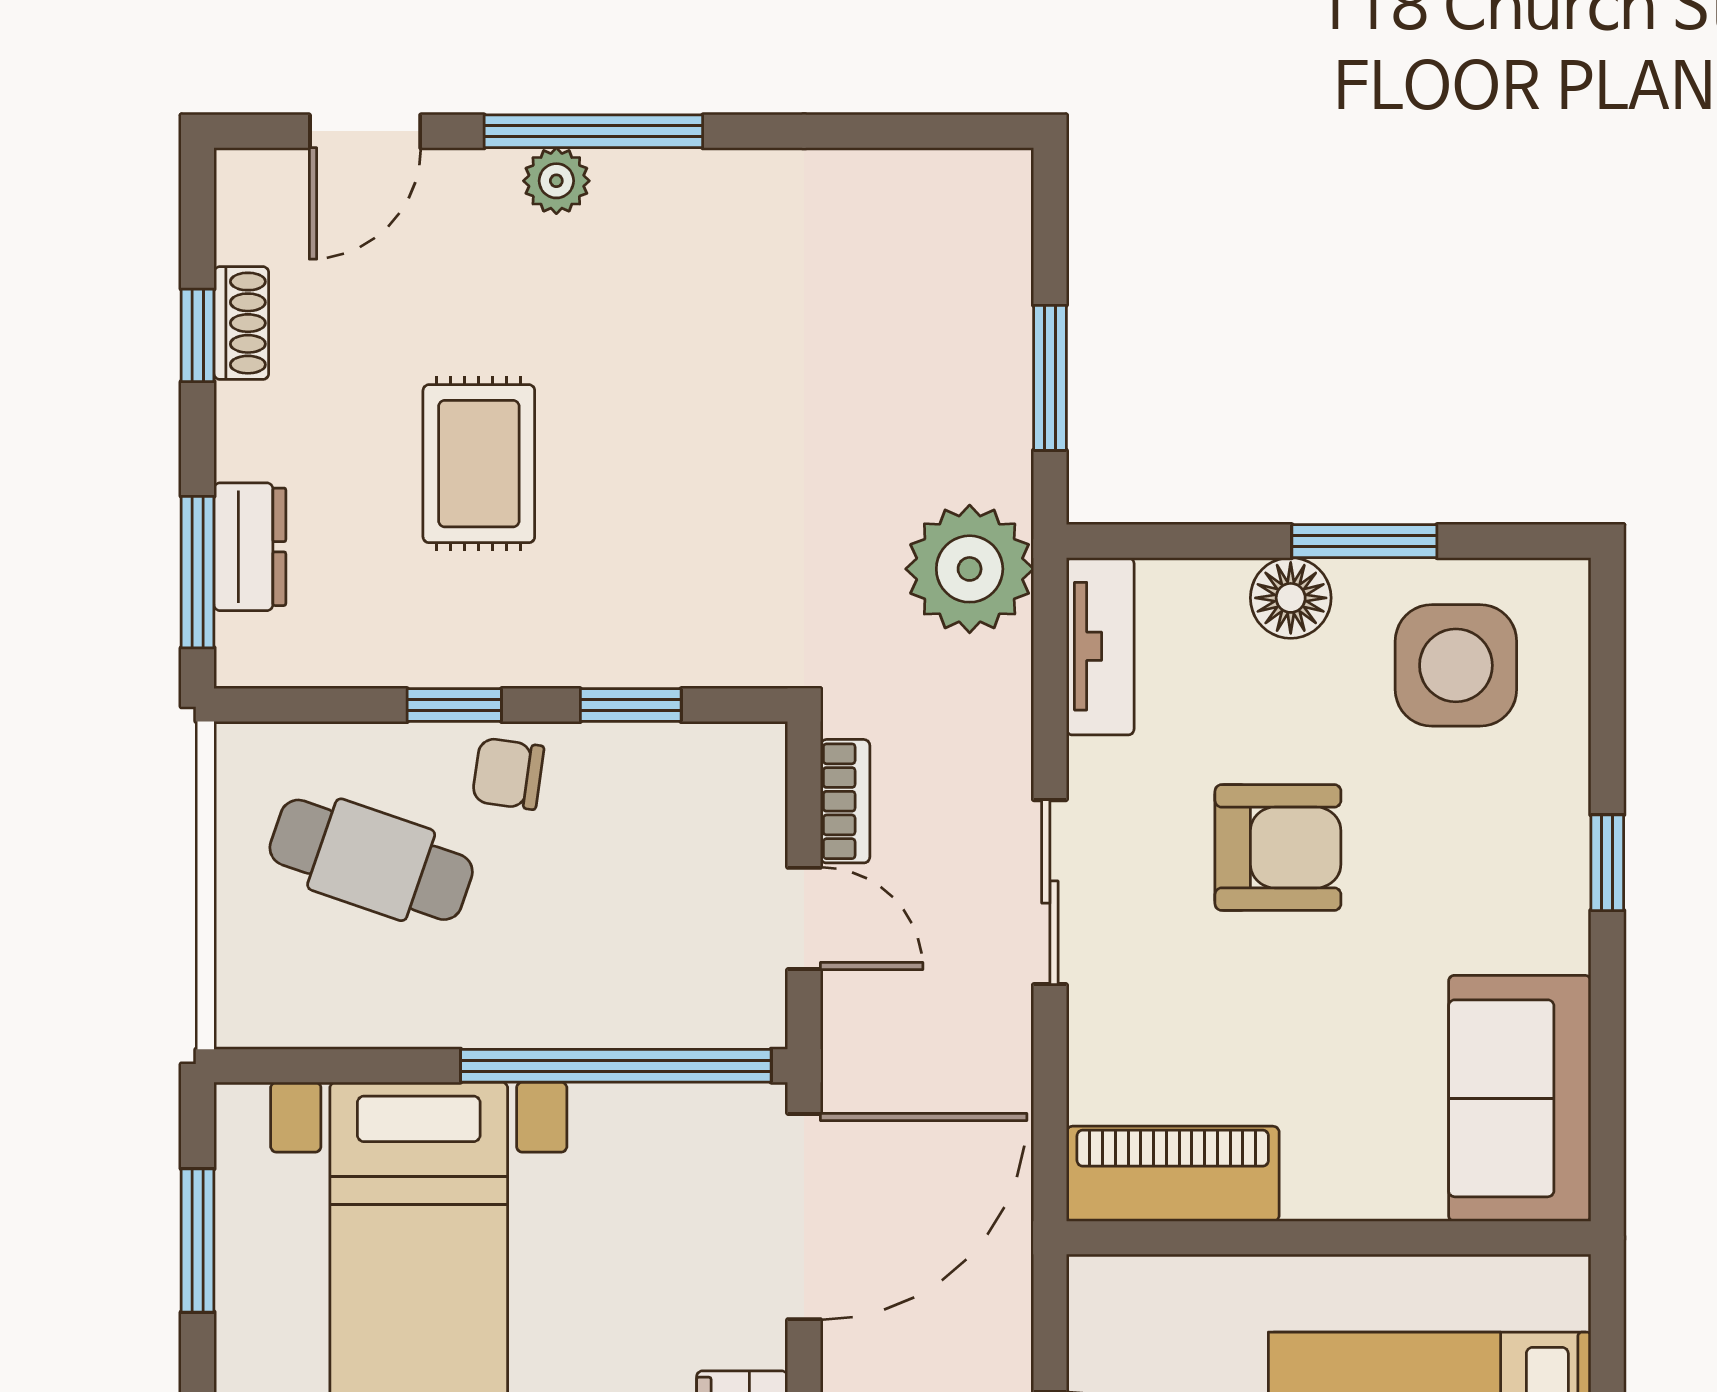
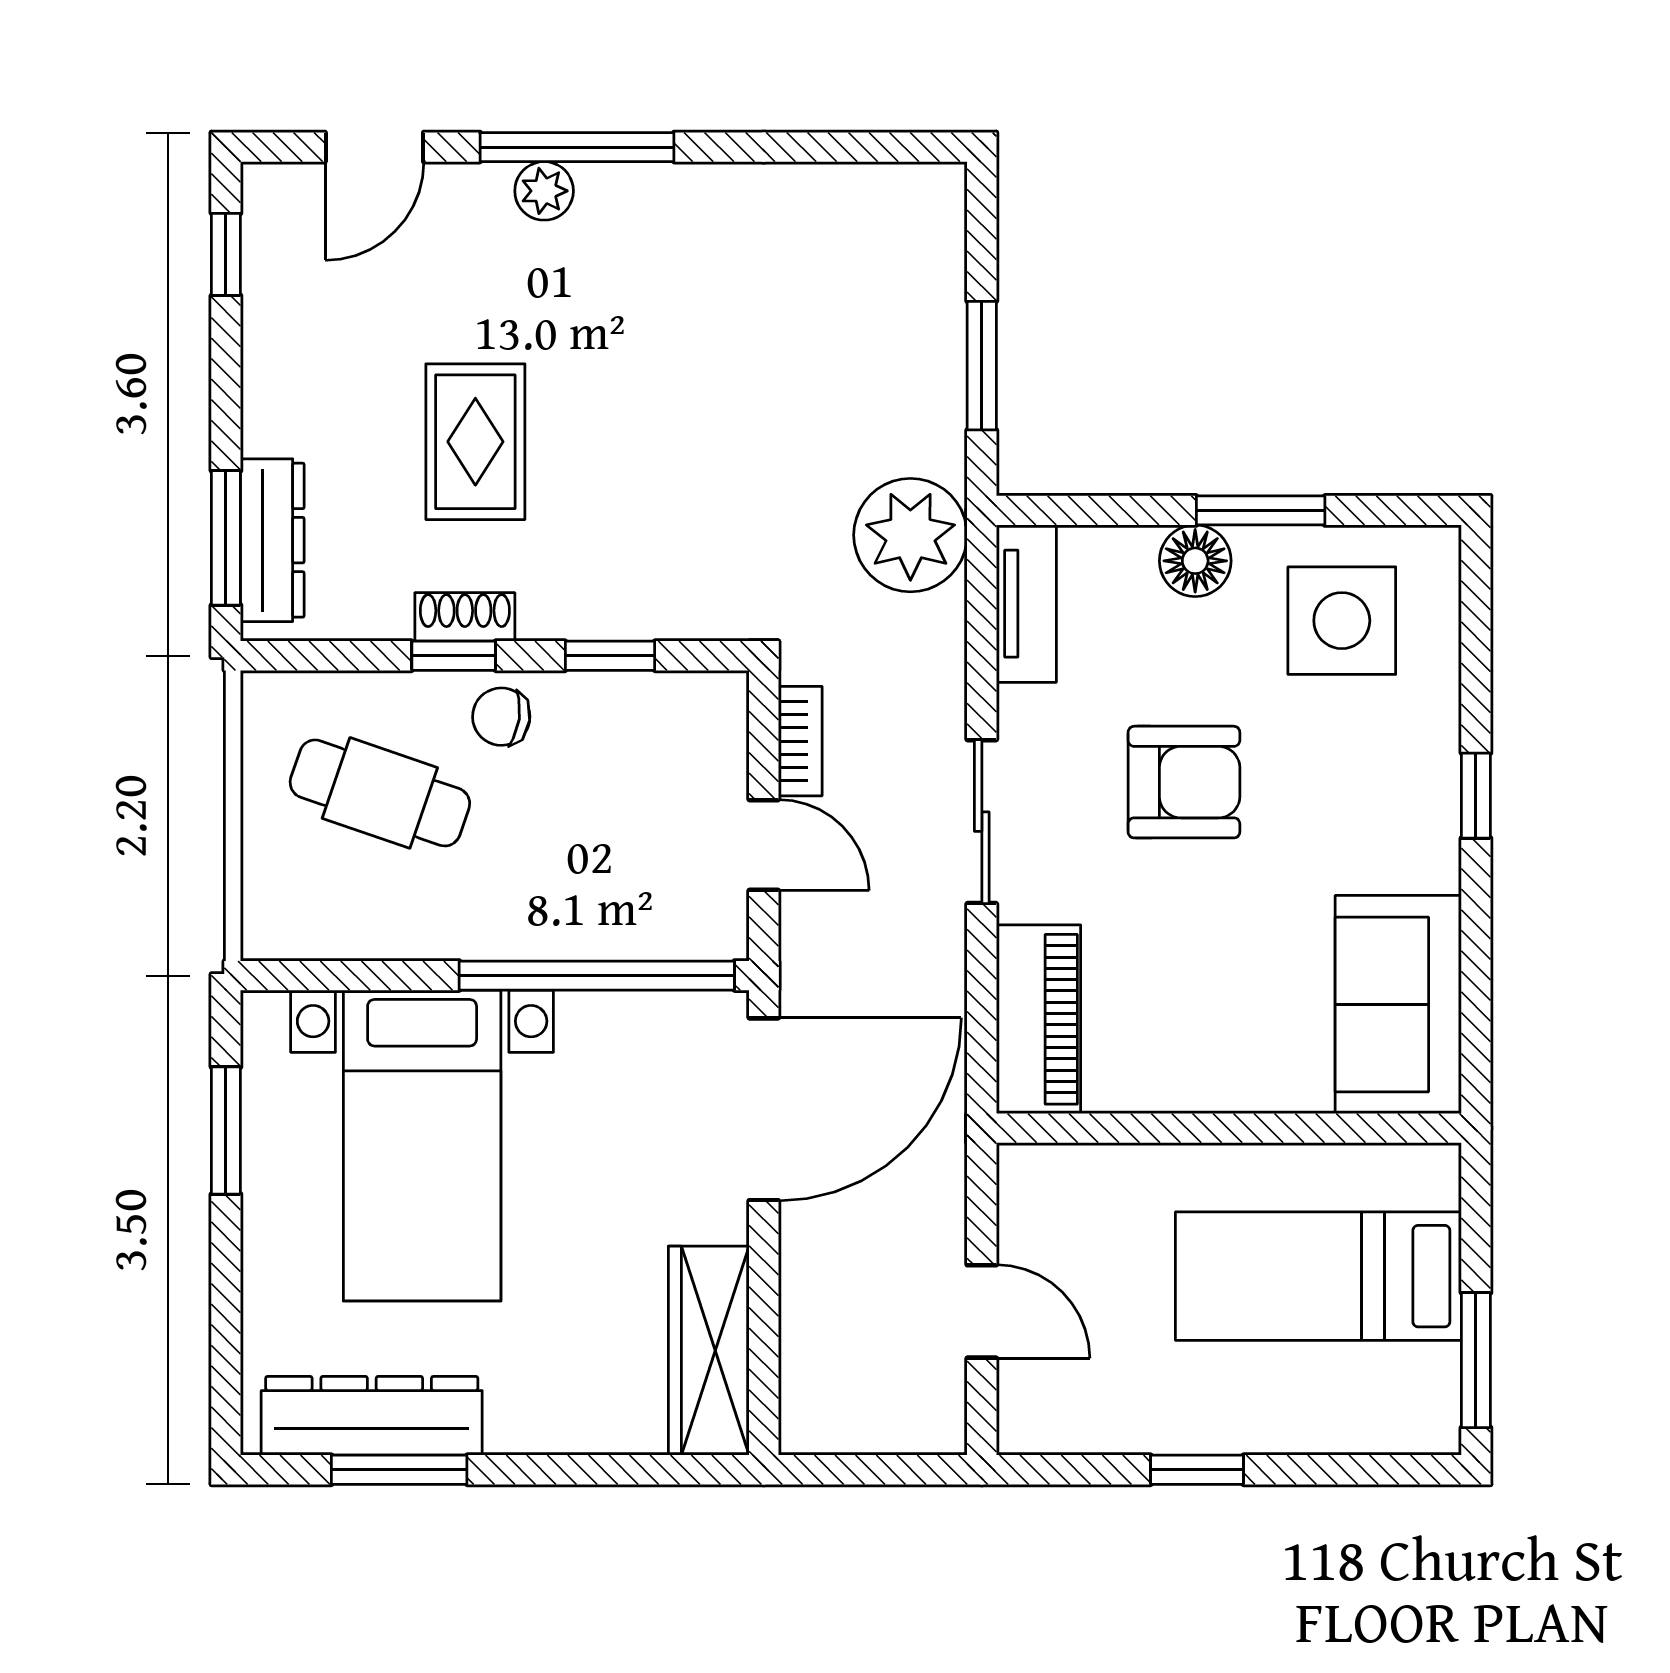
shoe rack: (241, 323) -> (465, 617), moved, turned -90
window: (198, 335) -> (226, 254), moved
dresser: (250, 547) -> (272, 540), width x1.44
piano: (1173, 1174) -> (1038, 1019), moved, turned 90

